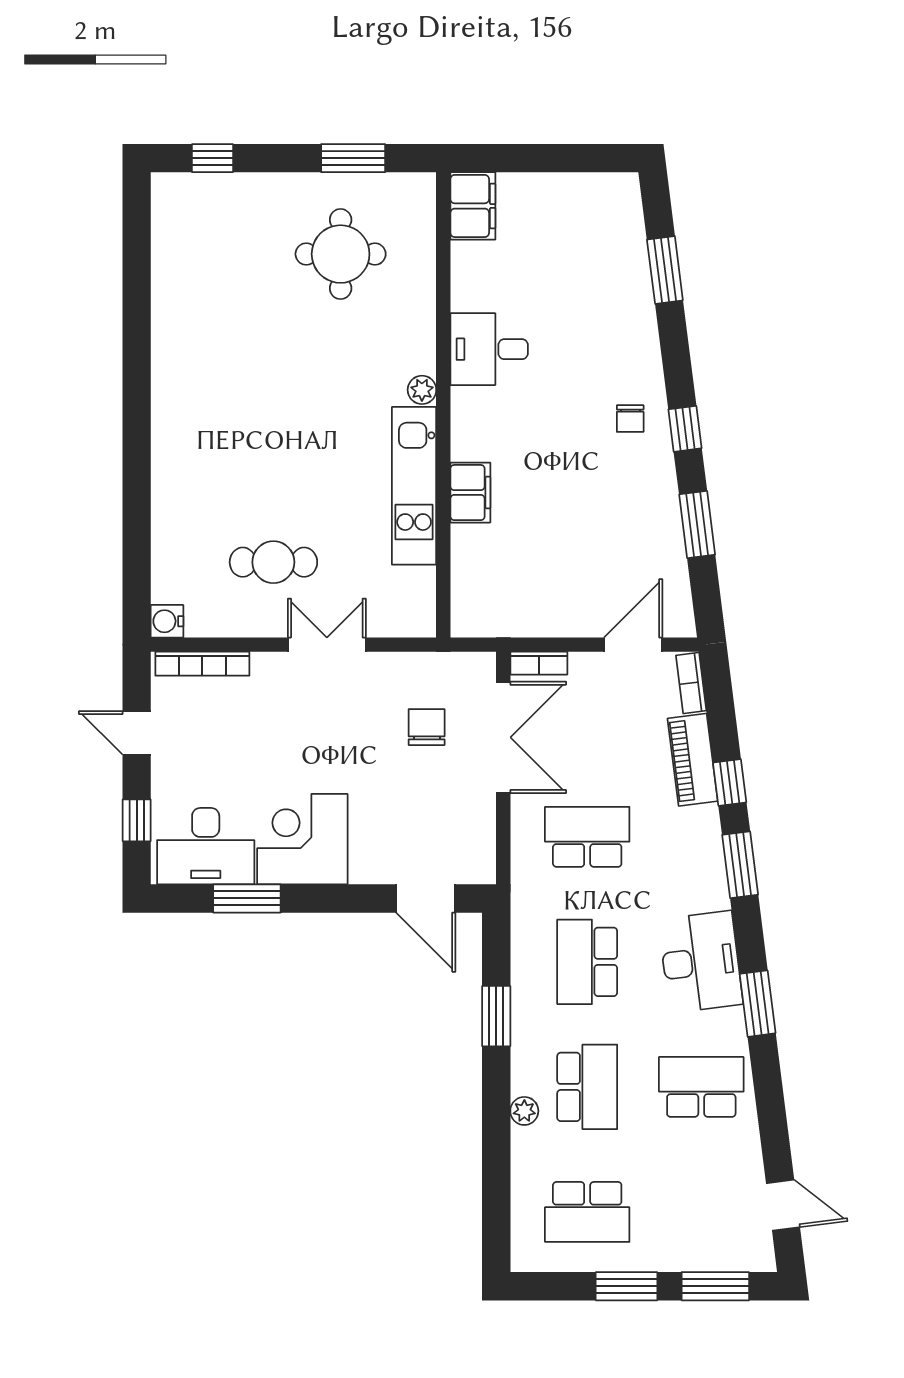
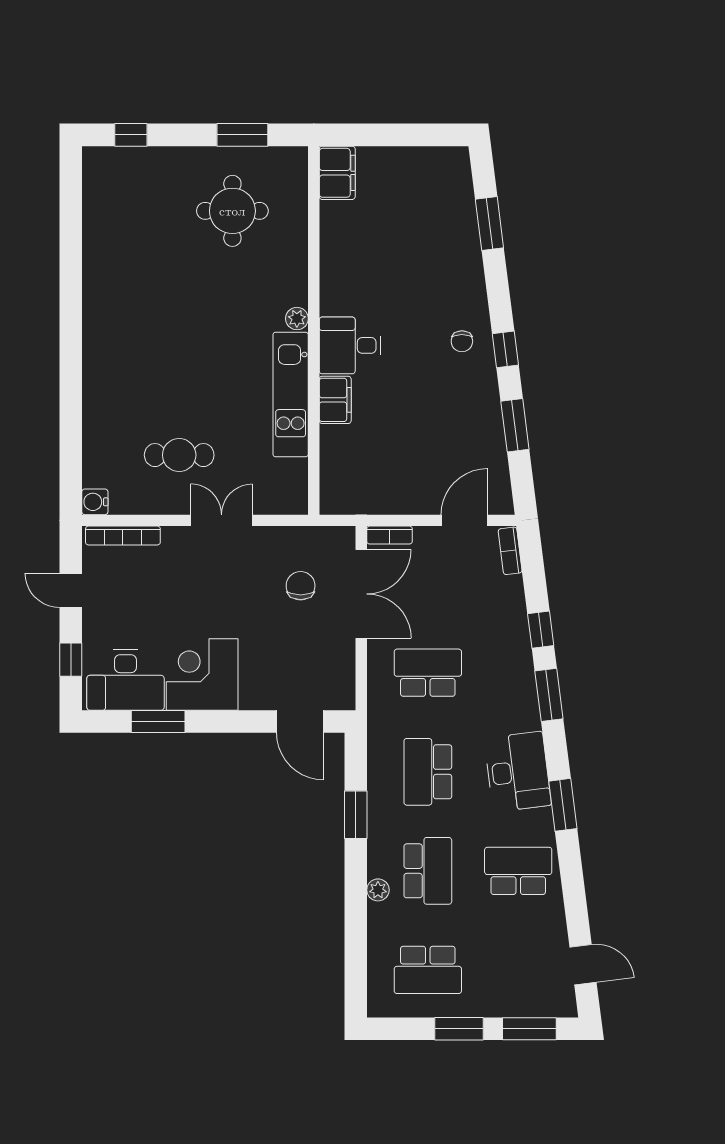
desk: (489, 349) -> (350, 345), moved
piano: (693, 760) -> (511, 612), removed

